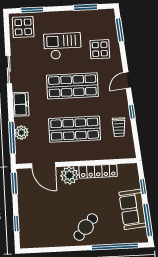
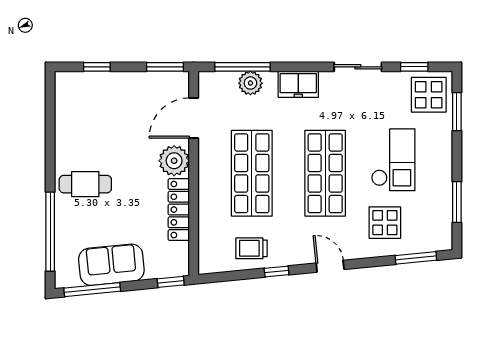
window: (7, 36) -> (414, 67), added
window: (143, 187) -> (171, 282), moved
cafe table: (86, 227) -> (85, 184), turned -41

